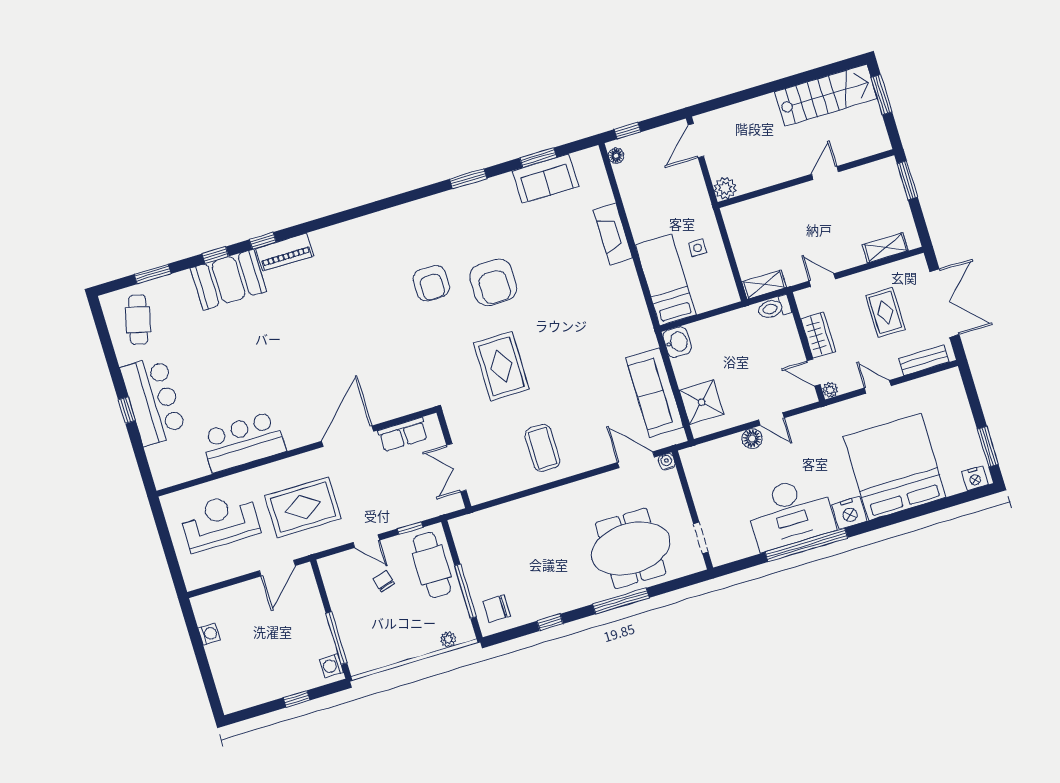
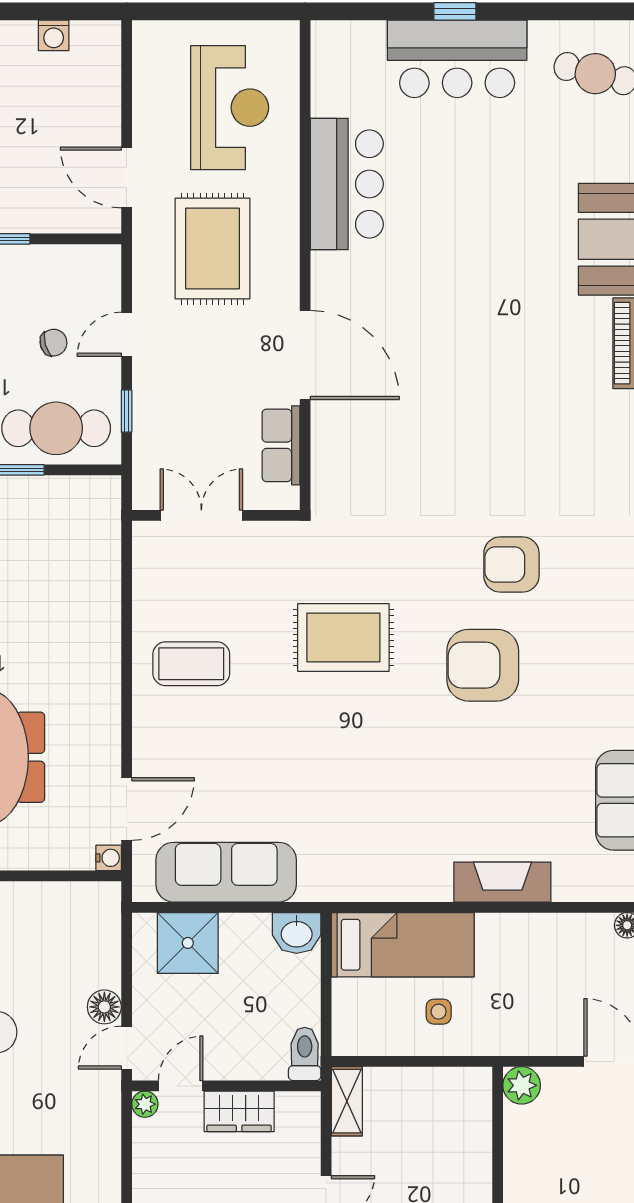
toilet: (774, 308) -> (305, 1054), moved
wardrobe: (818, 335) -> (239, 1111), moved
wall: (806, 347) -> (226, 1086), moved
door: (814, 373) -> (181, 1086), moved
plant: (830, 390) -> (145, 1104), moved

